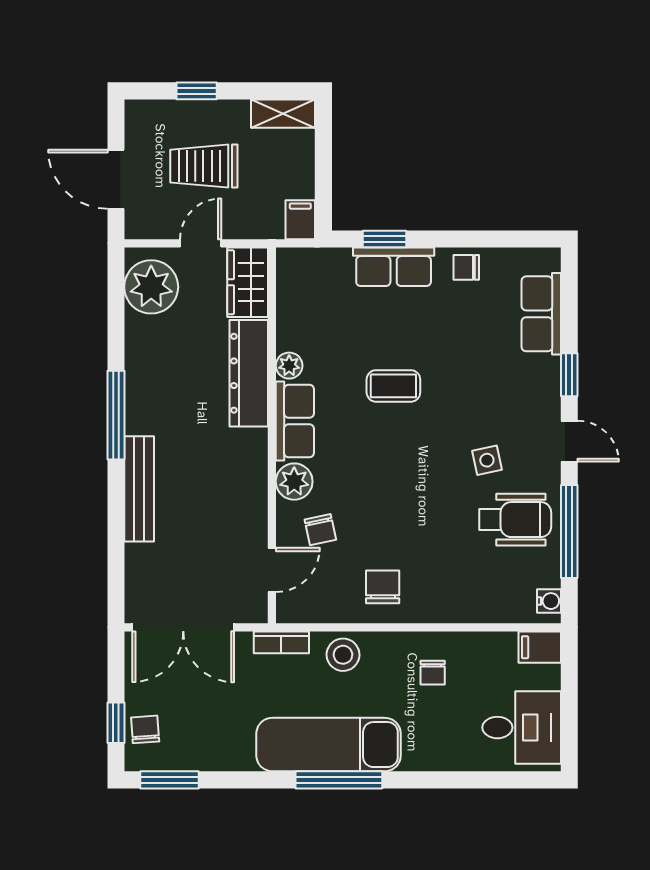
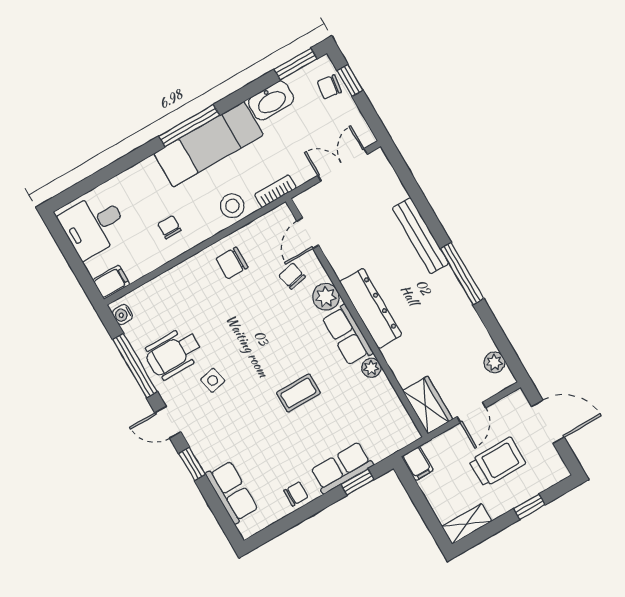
plant: (151, 287) -> (494, 362), width x0.53, depth x0.53
dresser: (249, 373) -> (371, 308), moved
chair: (383, 587) -> (232, 263), turned 90
double door: (183, 627) -> (343, 165), width x0.73
chair: (145, 729) -> (329, 87), turned 102
washbasin: (224, 753) -> (271, 101), added

